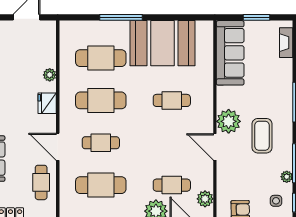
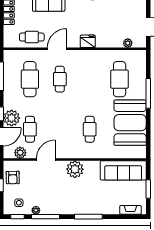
plant: (50, 75) -> (128, 43), moved
cafe table: (101, 100) -> (90, 79), removed
coffee table: (262, 136) -> (65, 193), removed
door: (215, 147) -> (46, 160), moved

